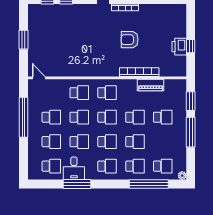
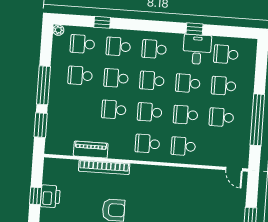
school desk: (163, 117) -> (80, 76), moved
window: (77, 184) -> (194, 29), width x0.46
window: (149, 184) -> (102, 22), width x0.32

